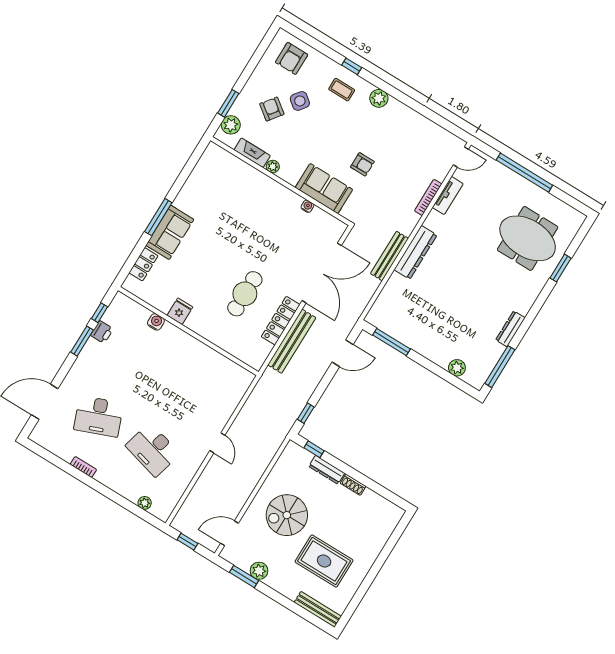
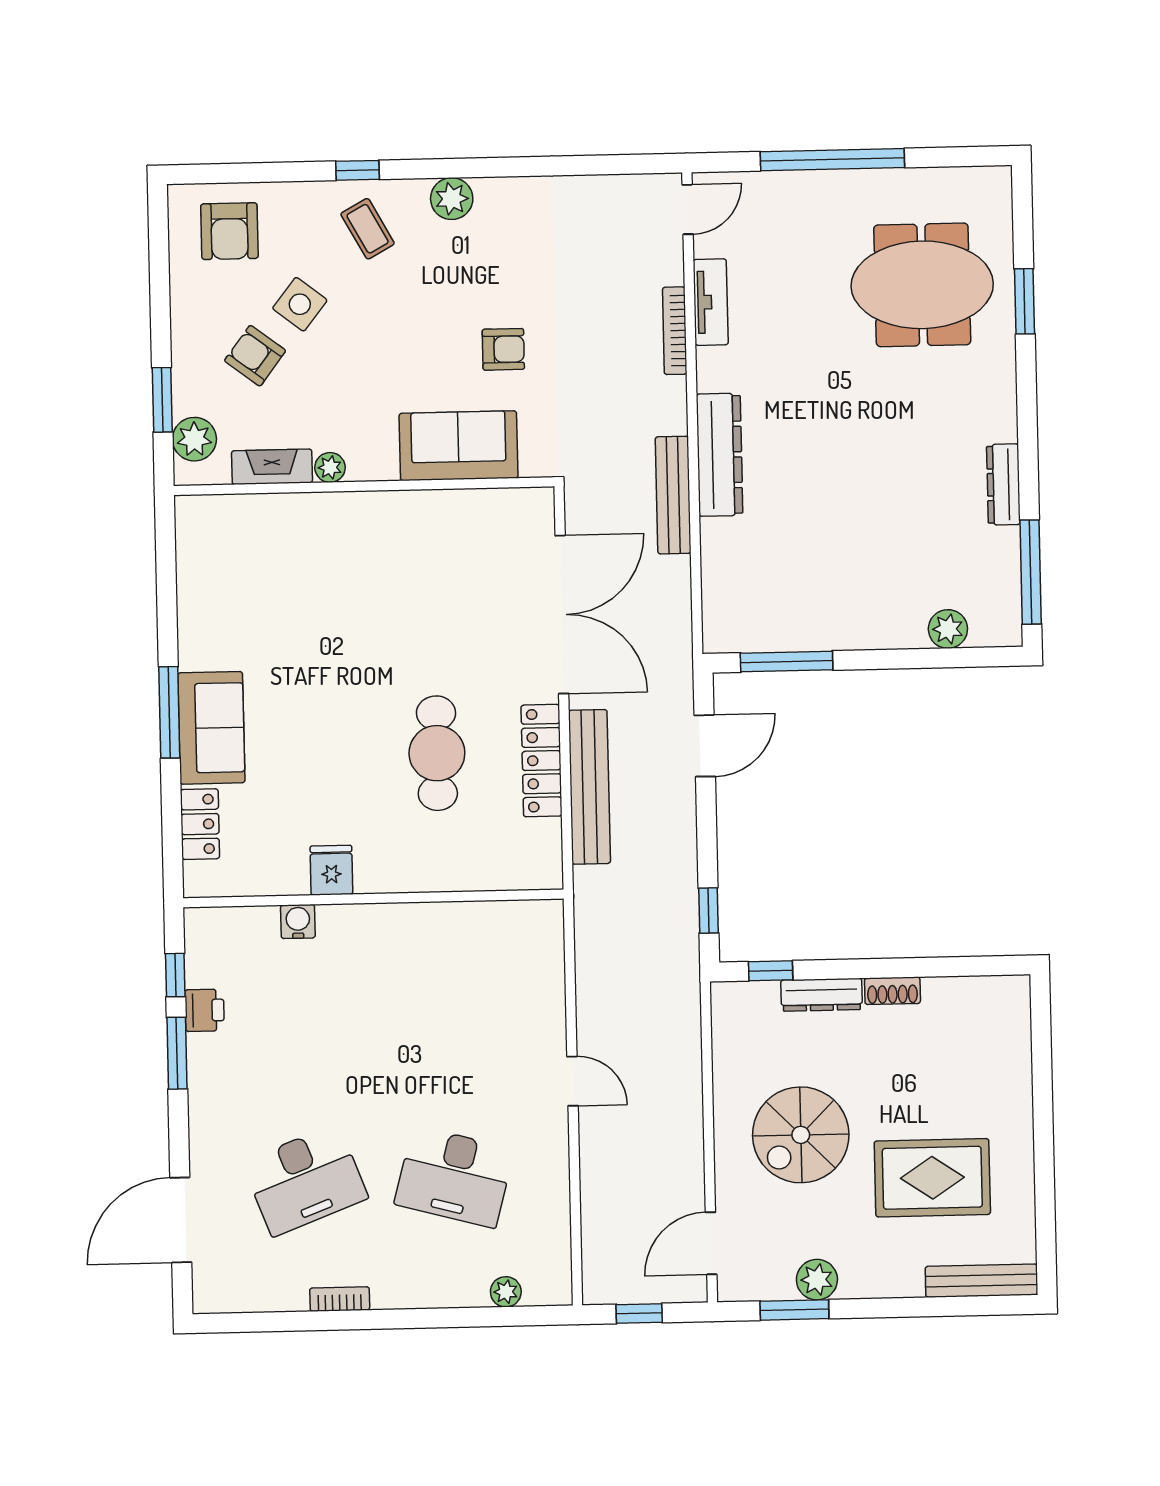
coffee table: (342, 90) -> (368, 229), turned 61
water cooler: (307, 206) -> (449, 502), removed

